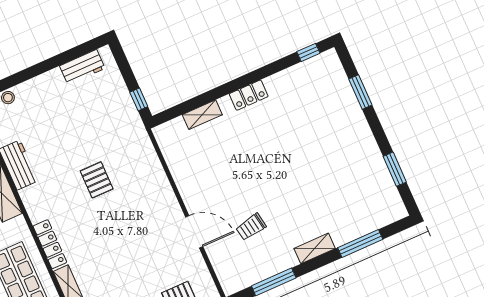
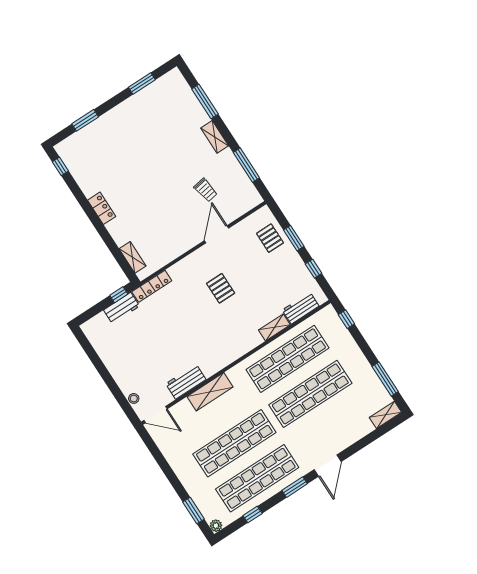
workbench: (82, 67) -> (122, 308), moved, turned 90
shelving: (202, 115) -> (132, 257), moved
pallet: (97, 180) -> (221, 288), moved, turned 90
locker: (50, 244) -> (152, 286), moved, turned 180

